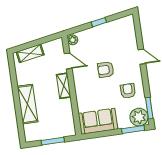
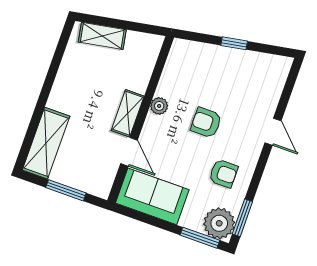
plant: (73, 40) -> (159, 106), moved
door: (68, 61) -> (129, 152), moved
armchair: (128, 91) -> (223, 173), turned 90
shelving: (28, 104) -> (46, 143), moved

